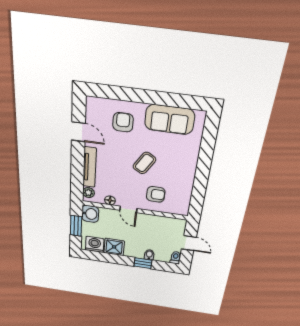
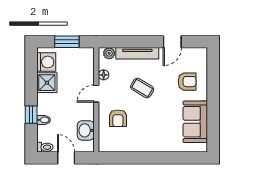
coffee table: (144, 163) -> (142, 88), moved
washbasin: (90, 214) -> (86, 130), moved, turned 90
door: (189, 243) -> (66, 158), swing flipped

